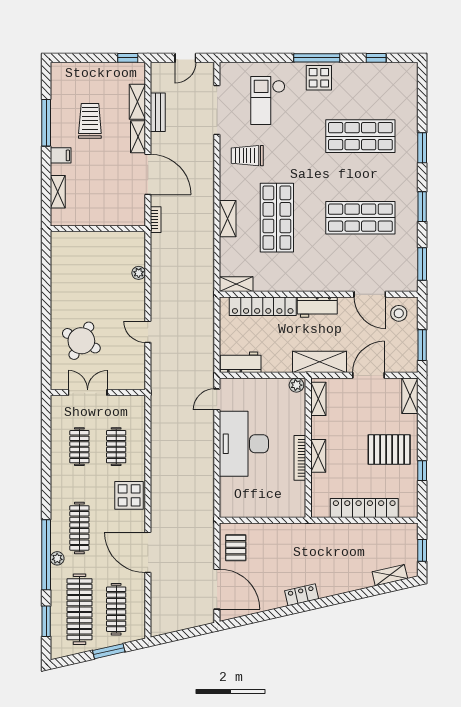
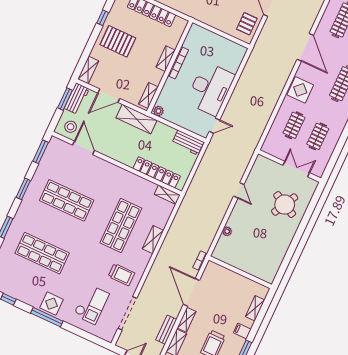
workbench: (317, 307) -> (77, 99), moved, turned 90
double door: (88, 393) -> (296, 169), swing flipped

